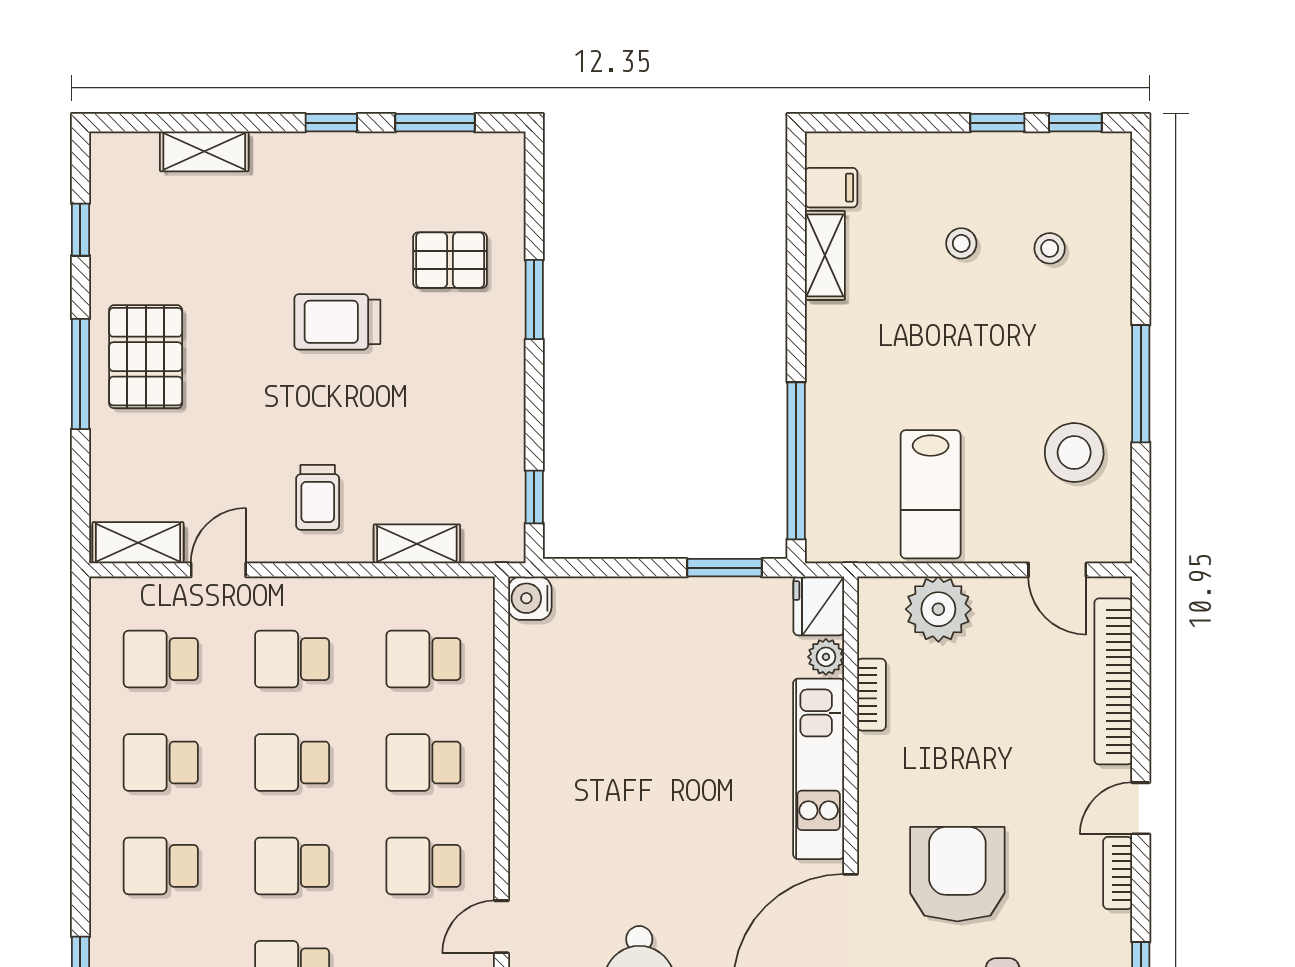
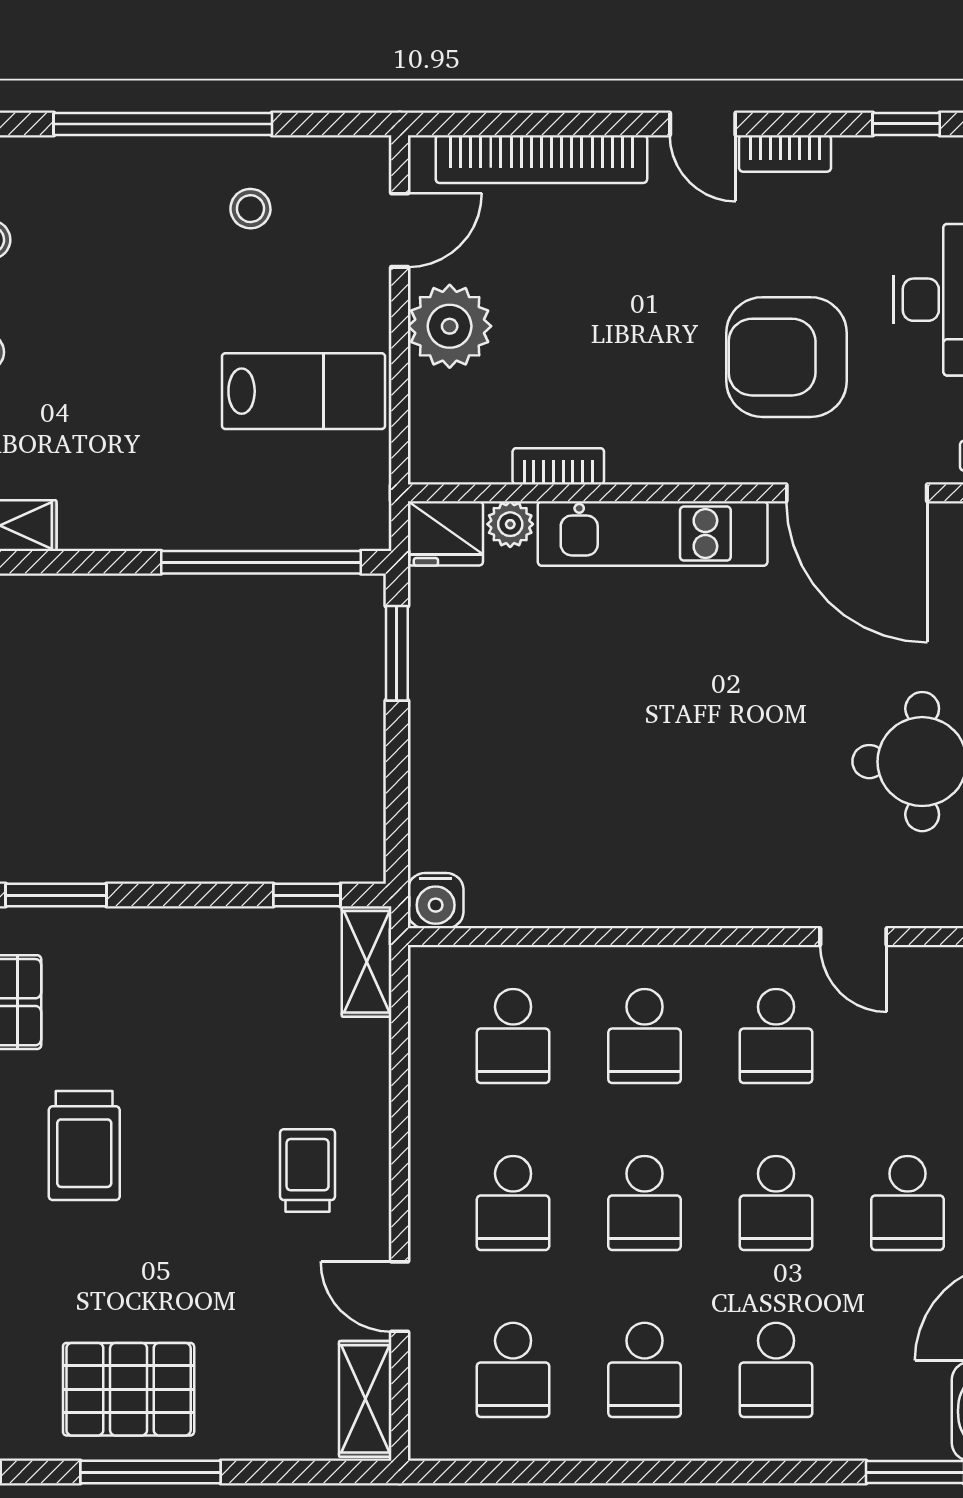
window: (1141, 384) -> (163, 124), width x1.46
stool: (1074, 453) -> (250, 209), width x0.53, depth x0.53
trolley: (318, 497) -> (308, 1170), turned -90
shelving: (417, 544) -> (367, 962), moved
plant: (938, 609) -> (450, 326), moved

